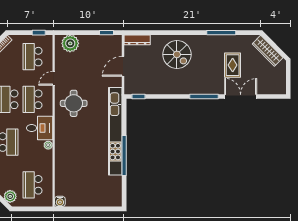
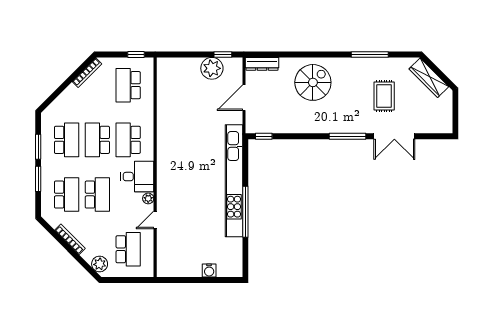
plant: (70, 43) -> (212, 68), moved
spiral stairs: (177, 54) -> (313, 82), turned -90
door: (54, 78) -> (155, 220), moved
double door: (241, 96) -> (394, 136), swing flipped
round table: (74, 103) -> (181, 145), removed
school desk: (33, 185) -> (128, 249), turned 180
water cooler: (60, 201) -> (209, 270), moved

